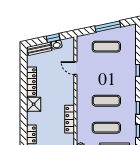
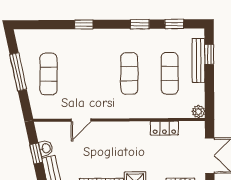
locker: (70, 119) -> (164, 128), width x0.66

